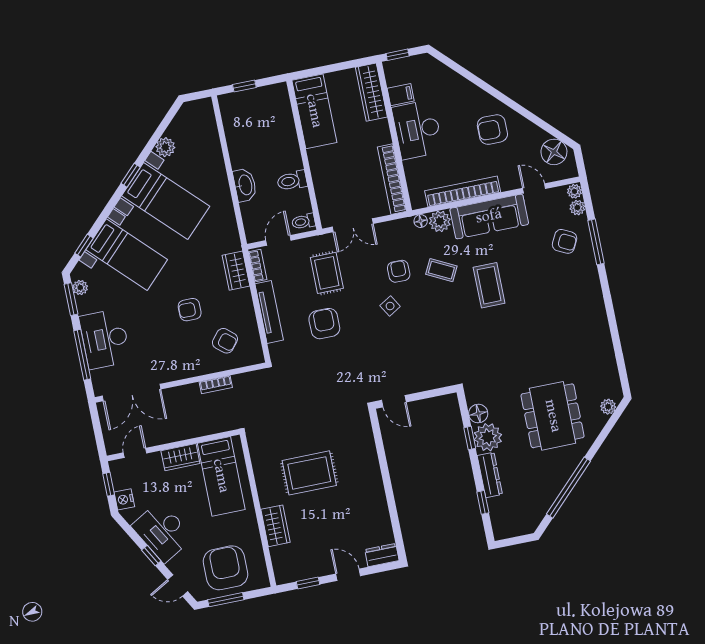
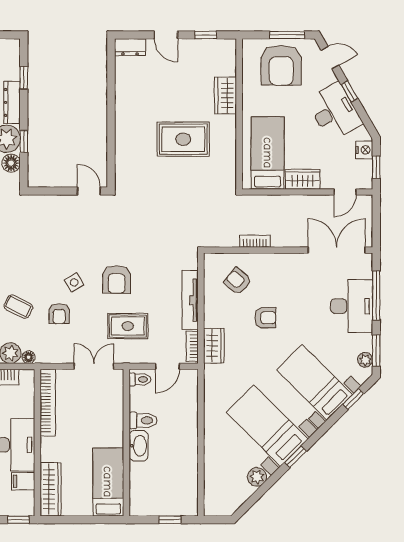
washbasin: (245, 185) -> (139, 446), moved, turned 180
rug: (327, 273) -> (128, 326), turned 90
armchair: (324, 324) -> (117, 280), moved

